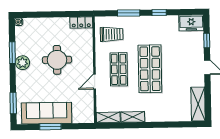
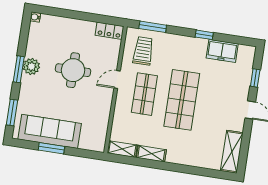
window: (129, 13) -> (153, 27), moved
freezer: (191, 23) -> (222, 51), moved
trolley: (112, 34) -> (143, 51), turned -90
window: (12, 53) -> (19, 69), moved
door: (95, 82) -> (117, 80), moved

